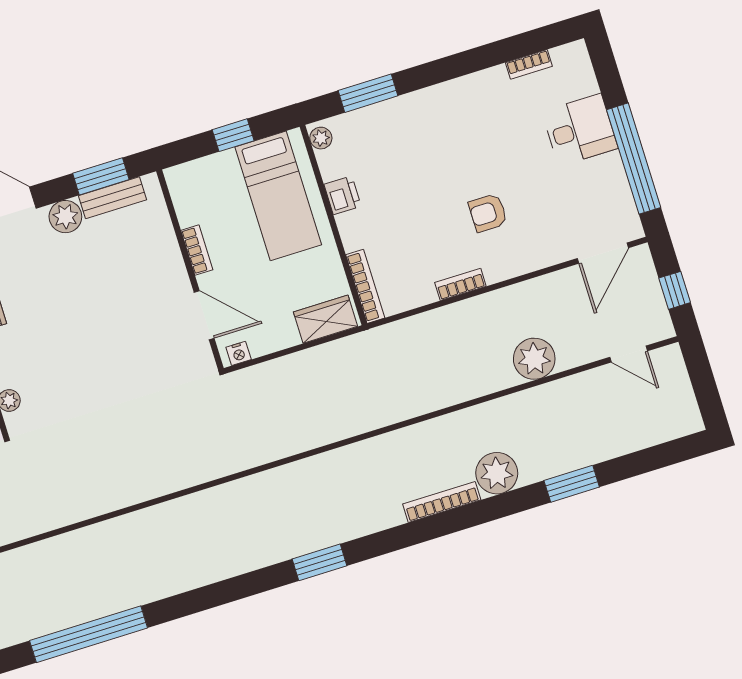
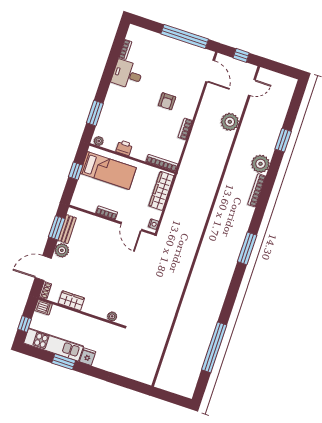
desk: (580, 130) -> (127, 74), moved, turned -90
door: (204, 315) -> (131, 227), swing flipped
wardrobe: (325, 319) -> (161, 191), width x1.50
window: (320, 562) -> (247, 248), width x1.44

